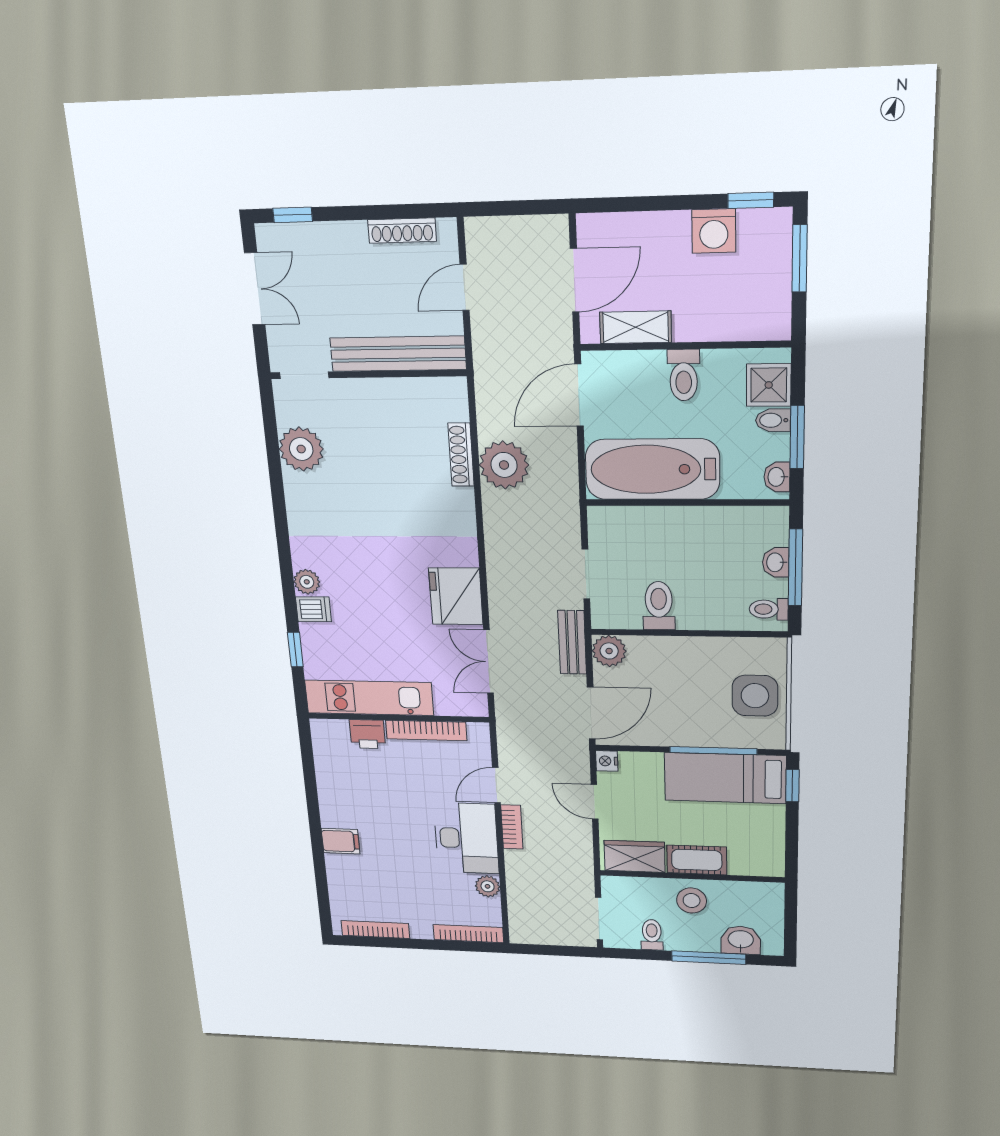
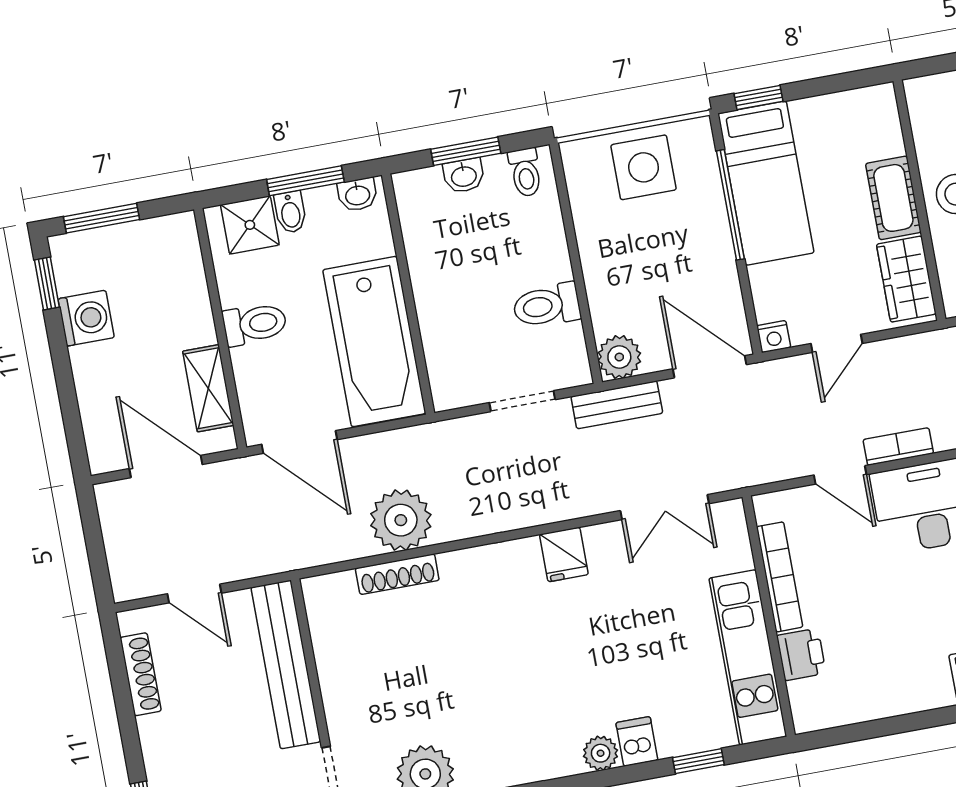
window: (795, 567) -> (466, 151), width x0.69
fridge: (456, 596) -> (564, 554), width x0.53, depth x0.75

